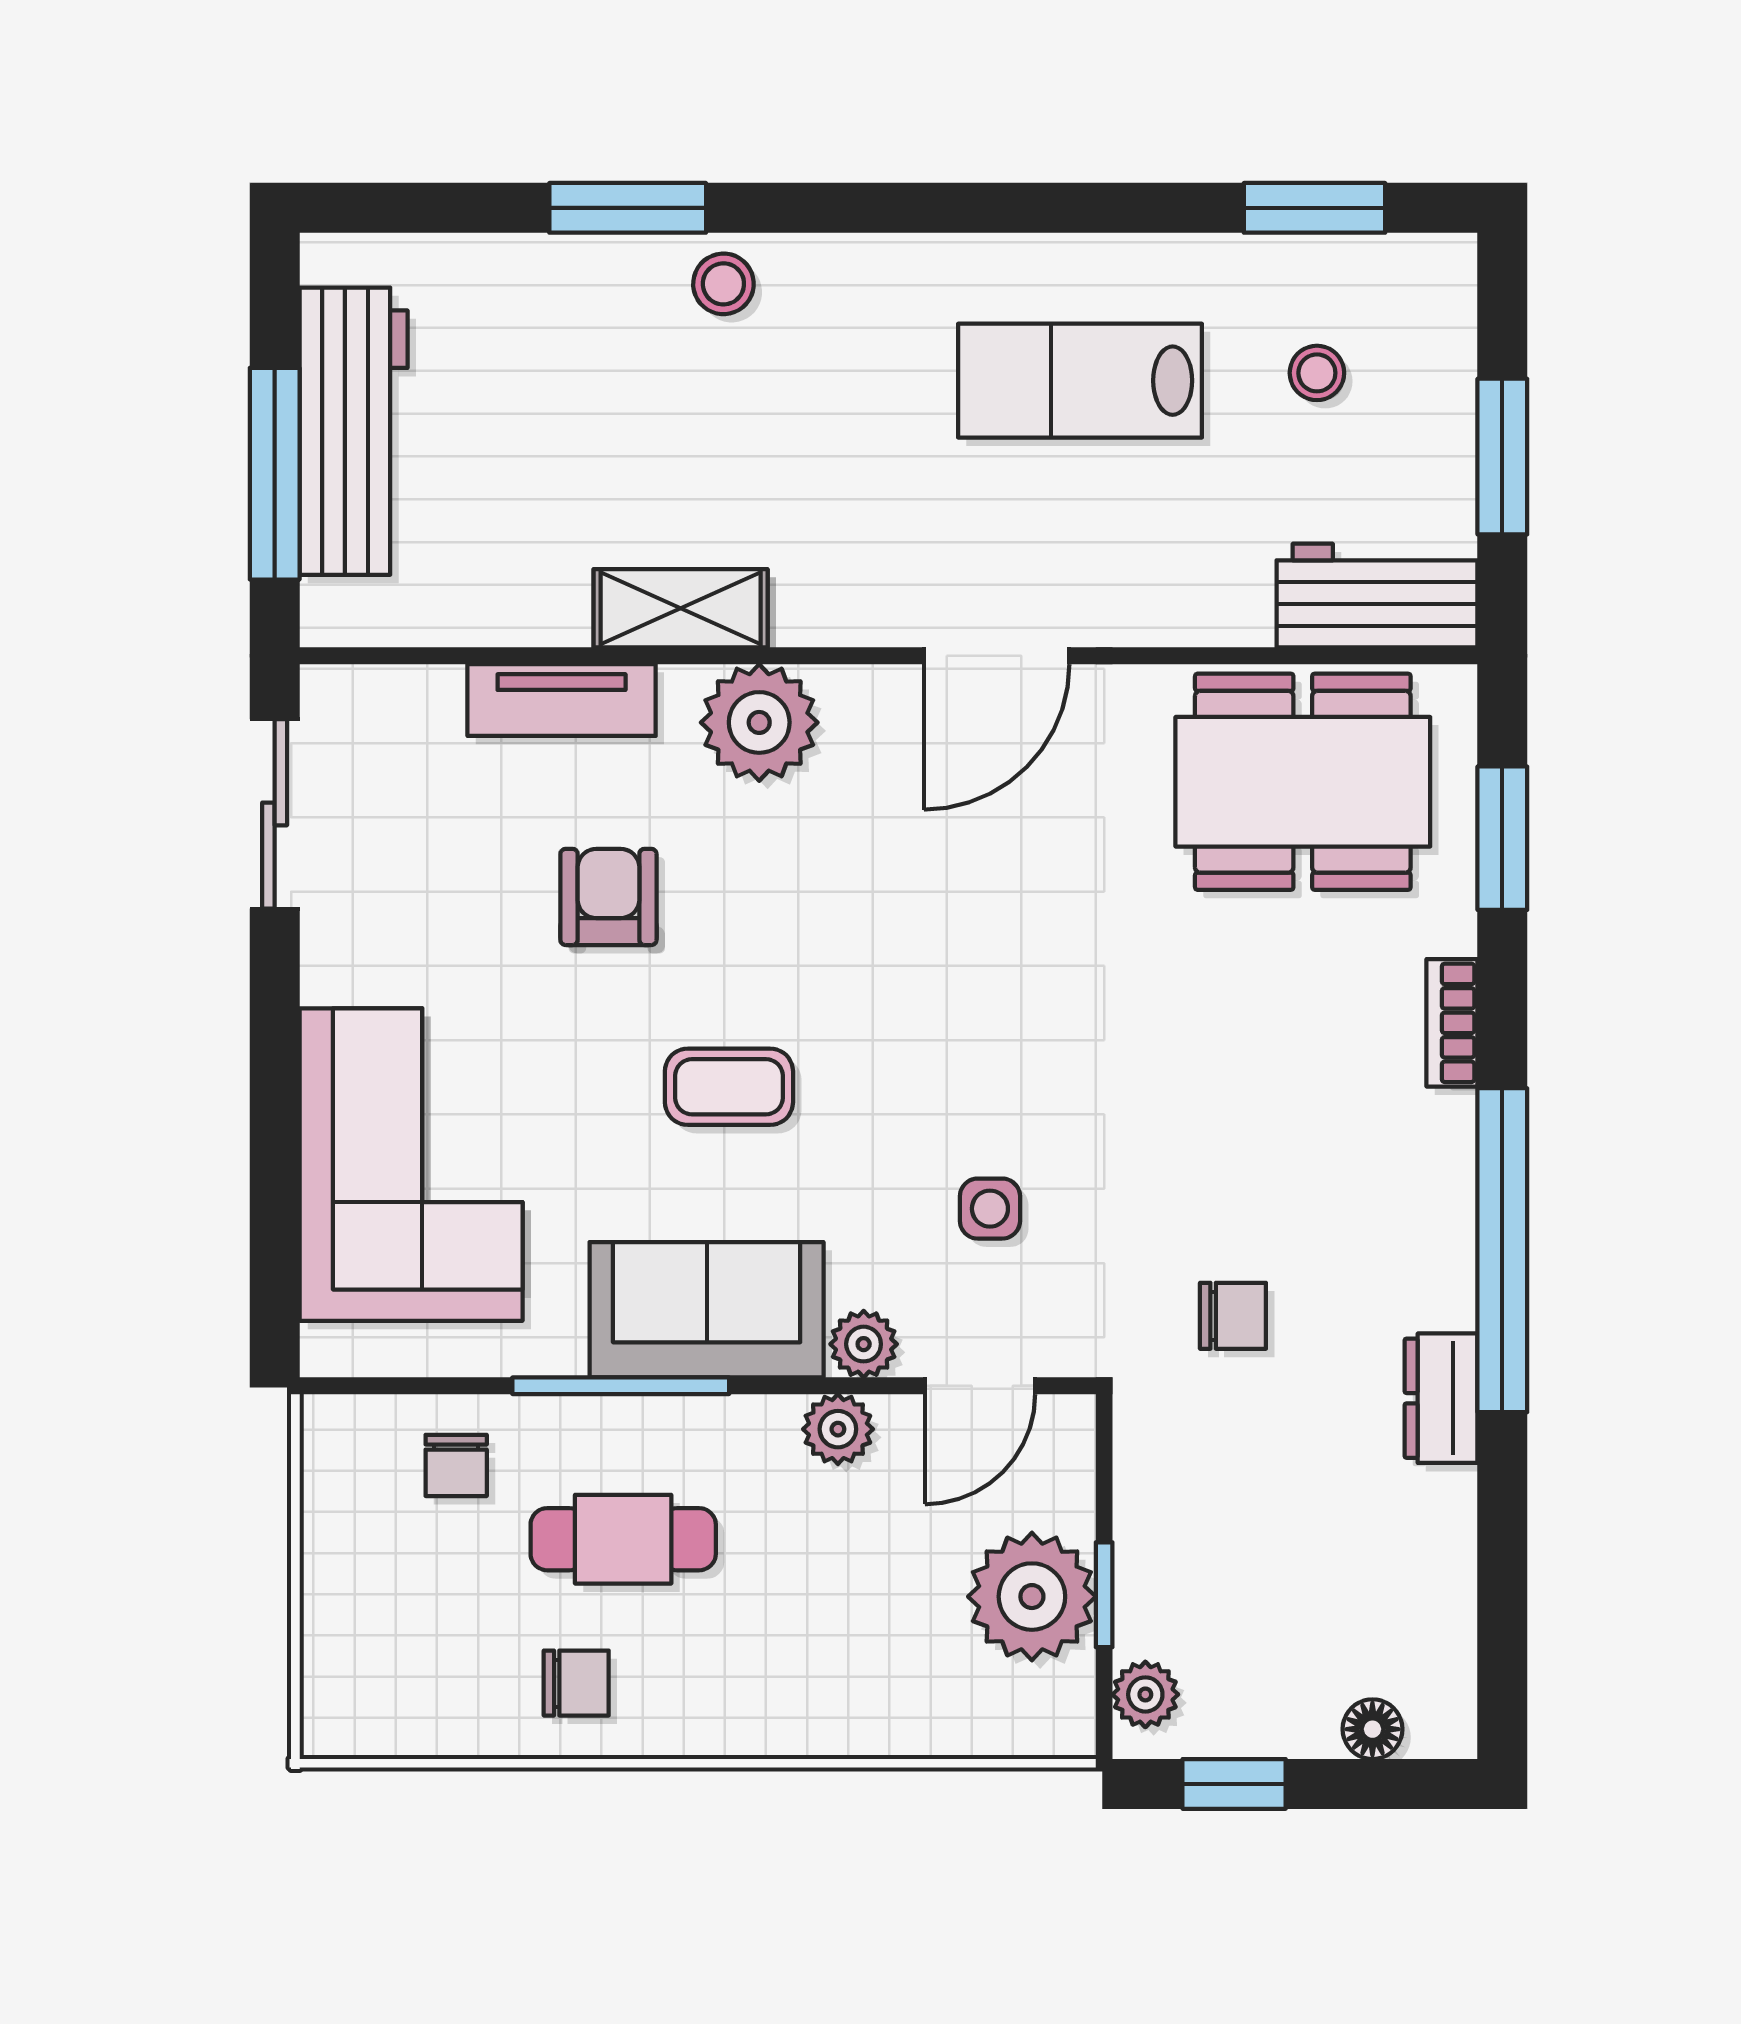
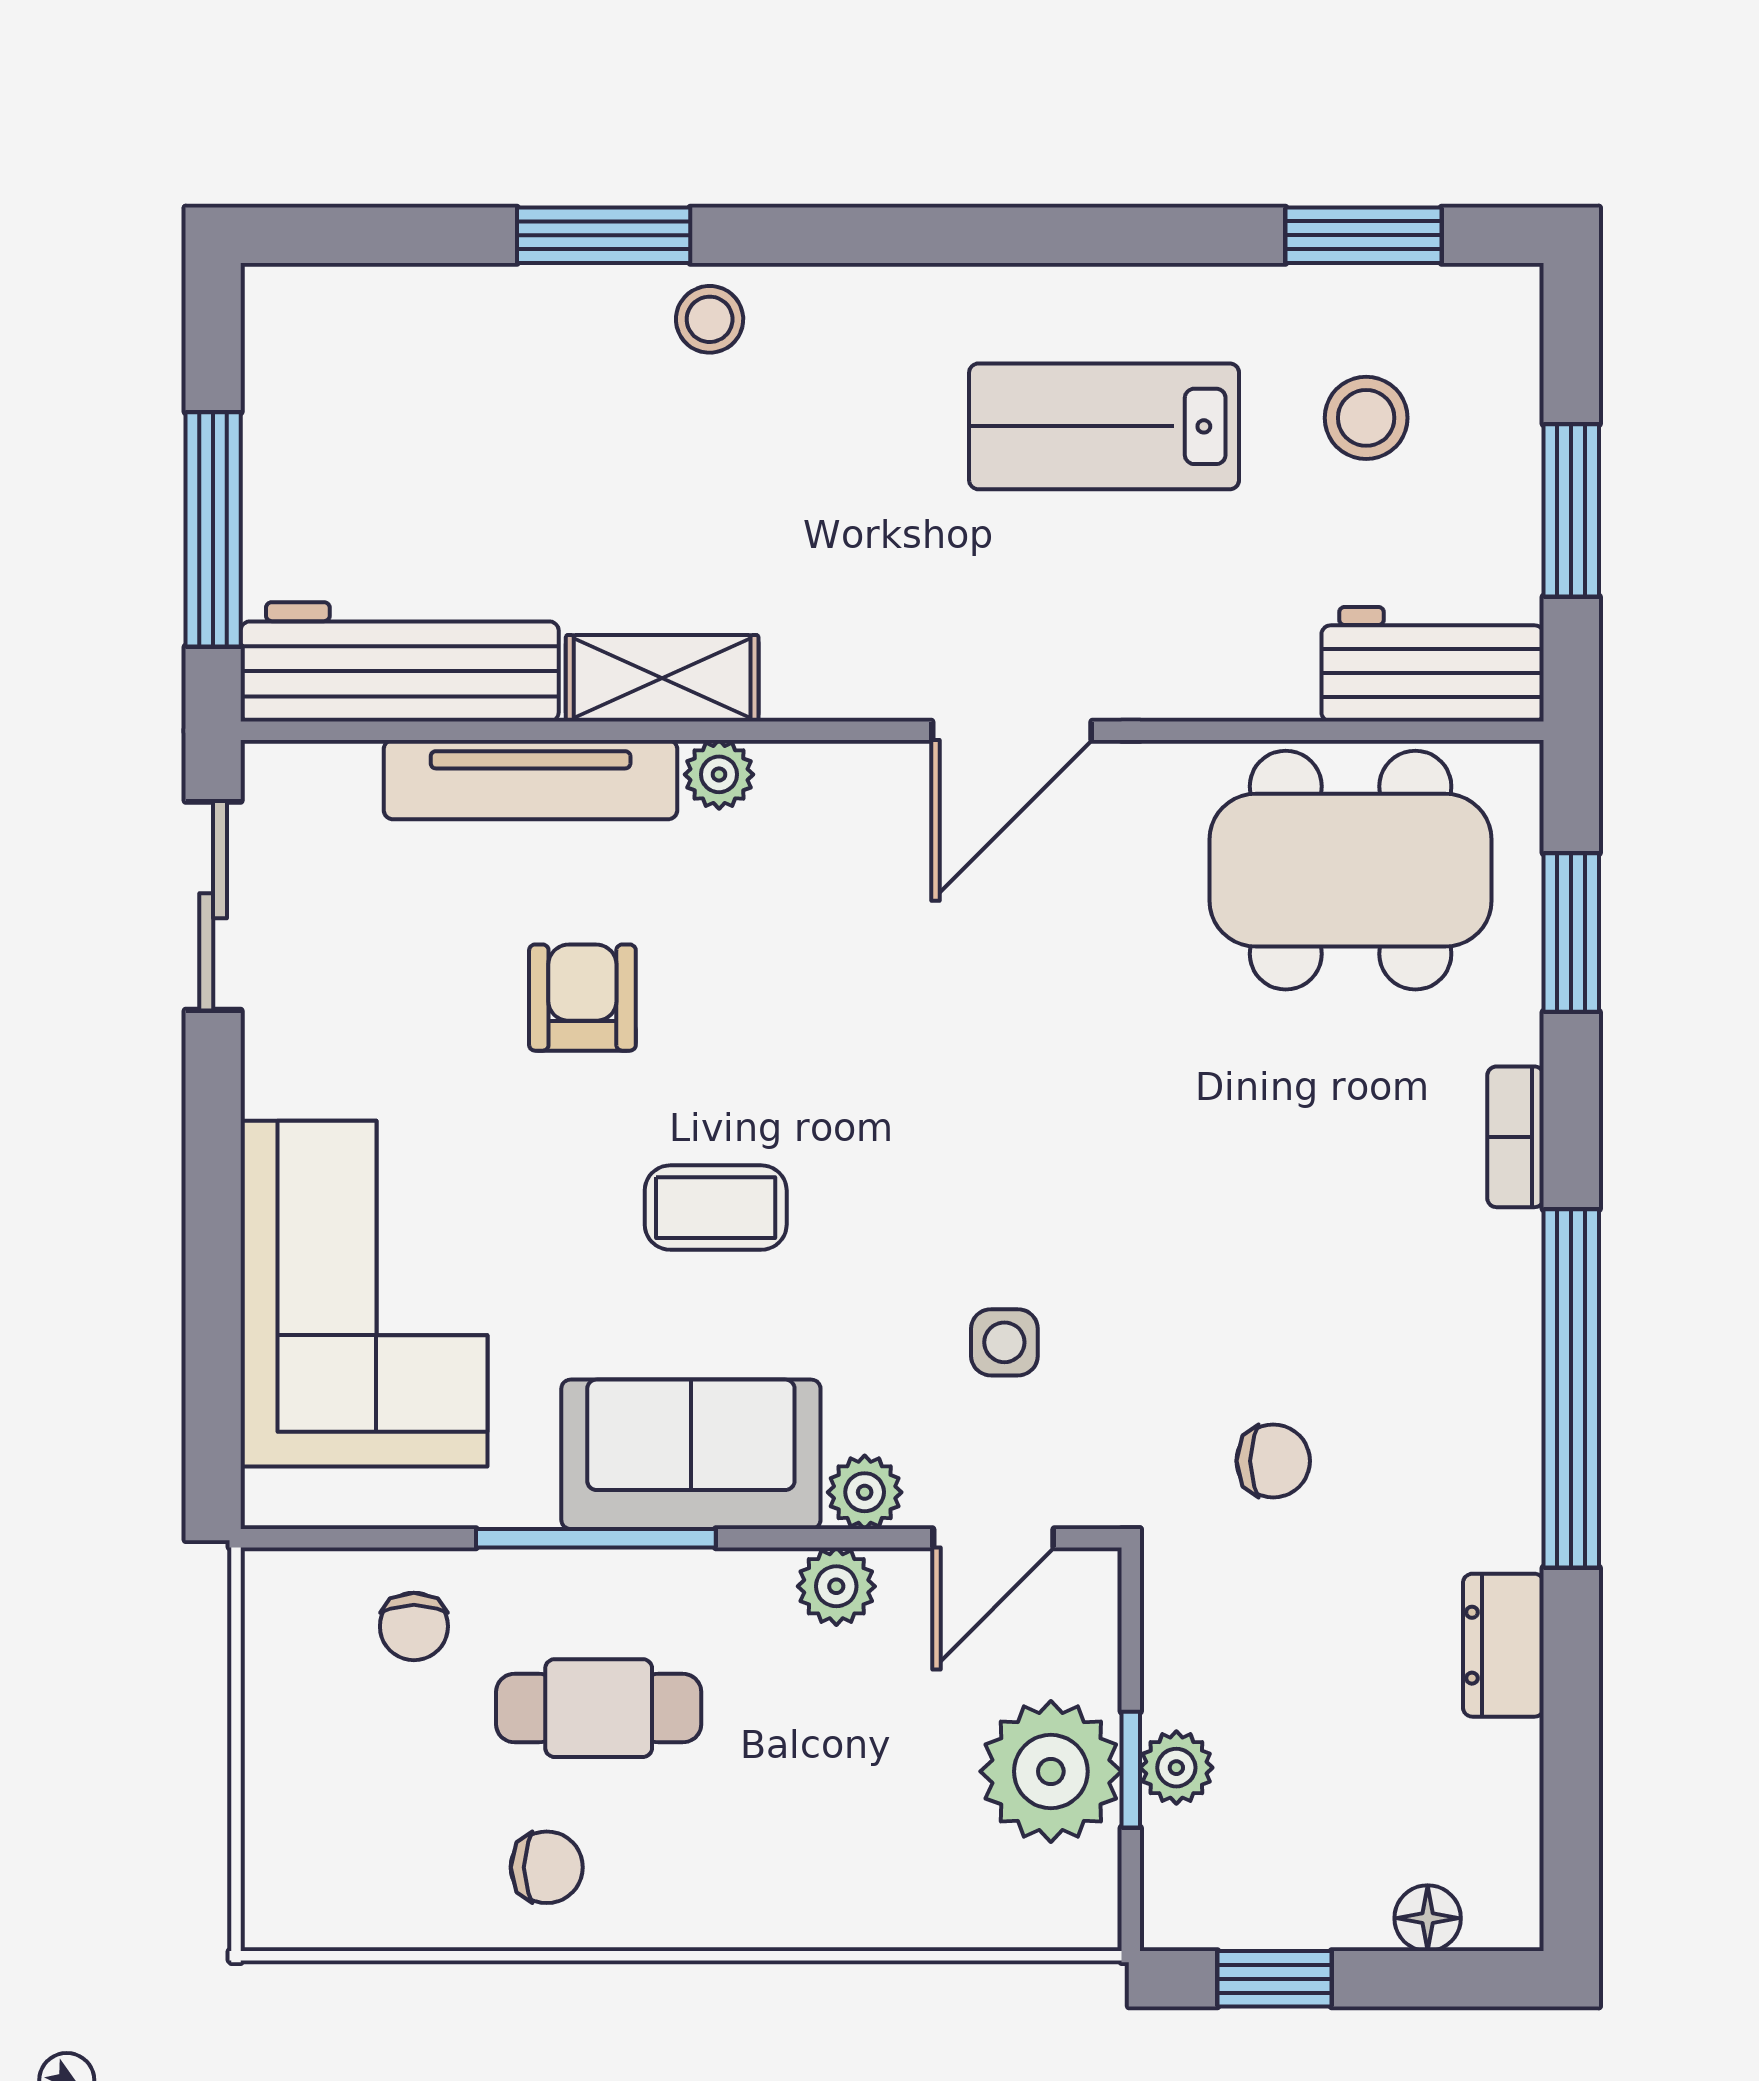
stool: (1317, 373) -> (1366, 418), width x1.37, depth x1.37
workbench: (354, 431) -> (400, 662), moved, turned -90
tv unit: (562, 700) -> (531, 780), width x1.41
plant: (759, 722) -> (719, 774), width x0.53, depth x0.53
dresser: (1441, 1398) -> (1503, 1645), moved
plant: (1145, 1694) -> (1176, 1768), moved

